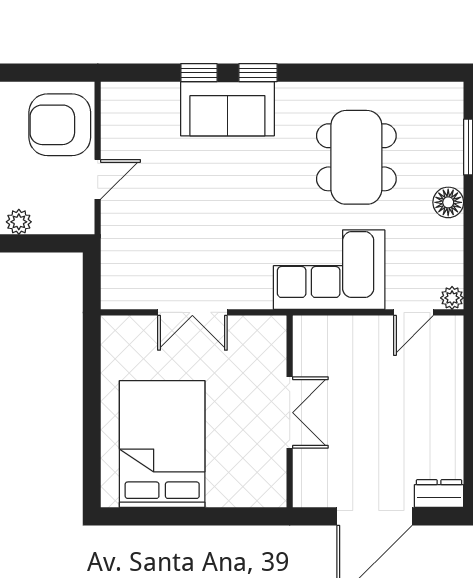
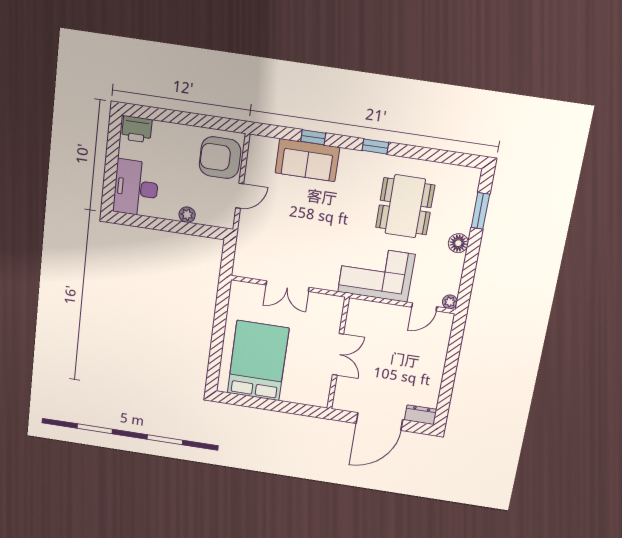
window: (258, 73) -> (375, 146), moved
sofa: (227, 109) -> (307, 160), moved

